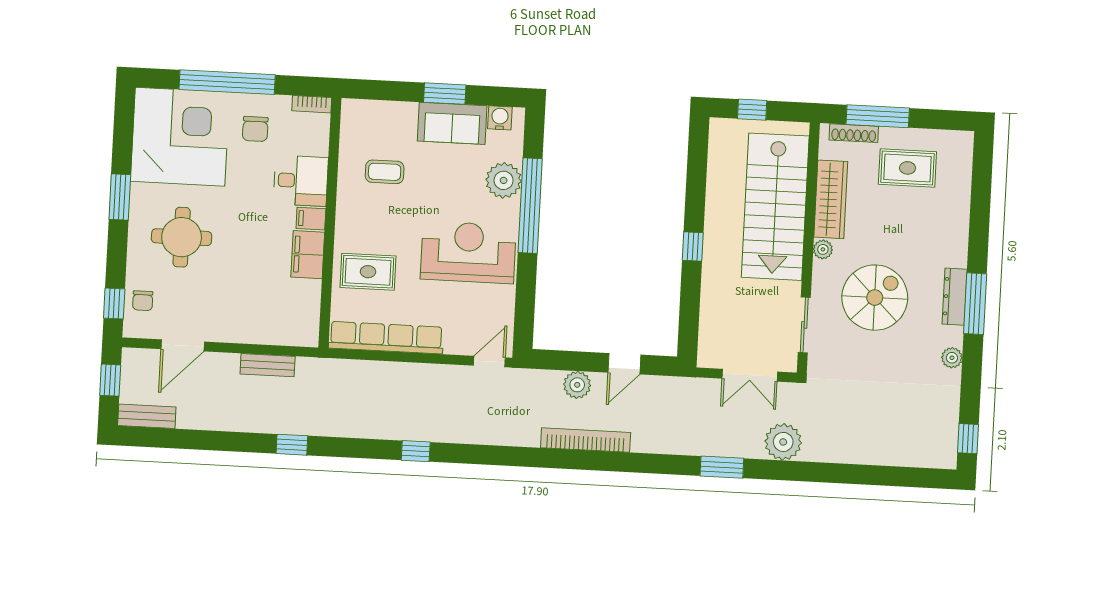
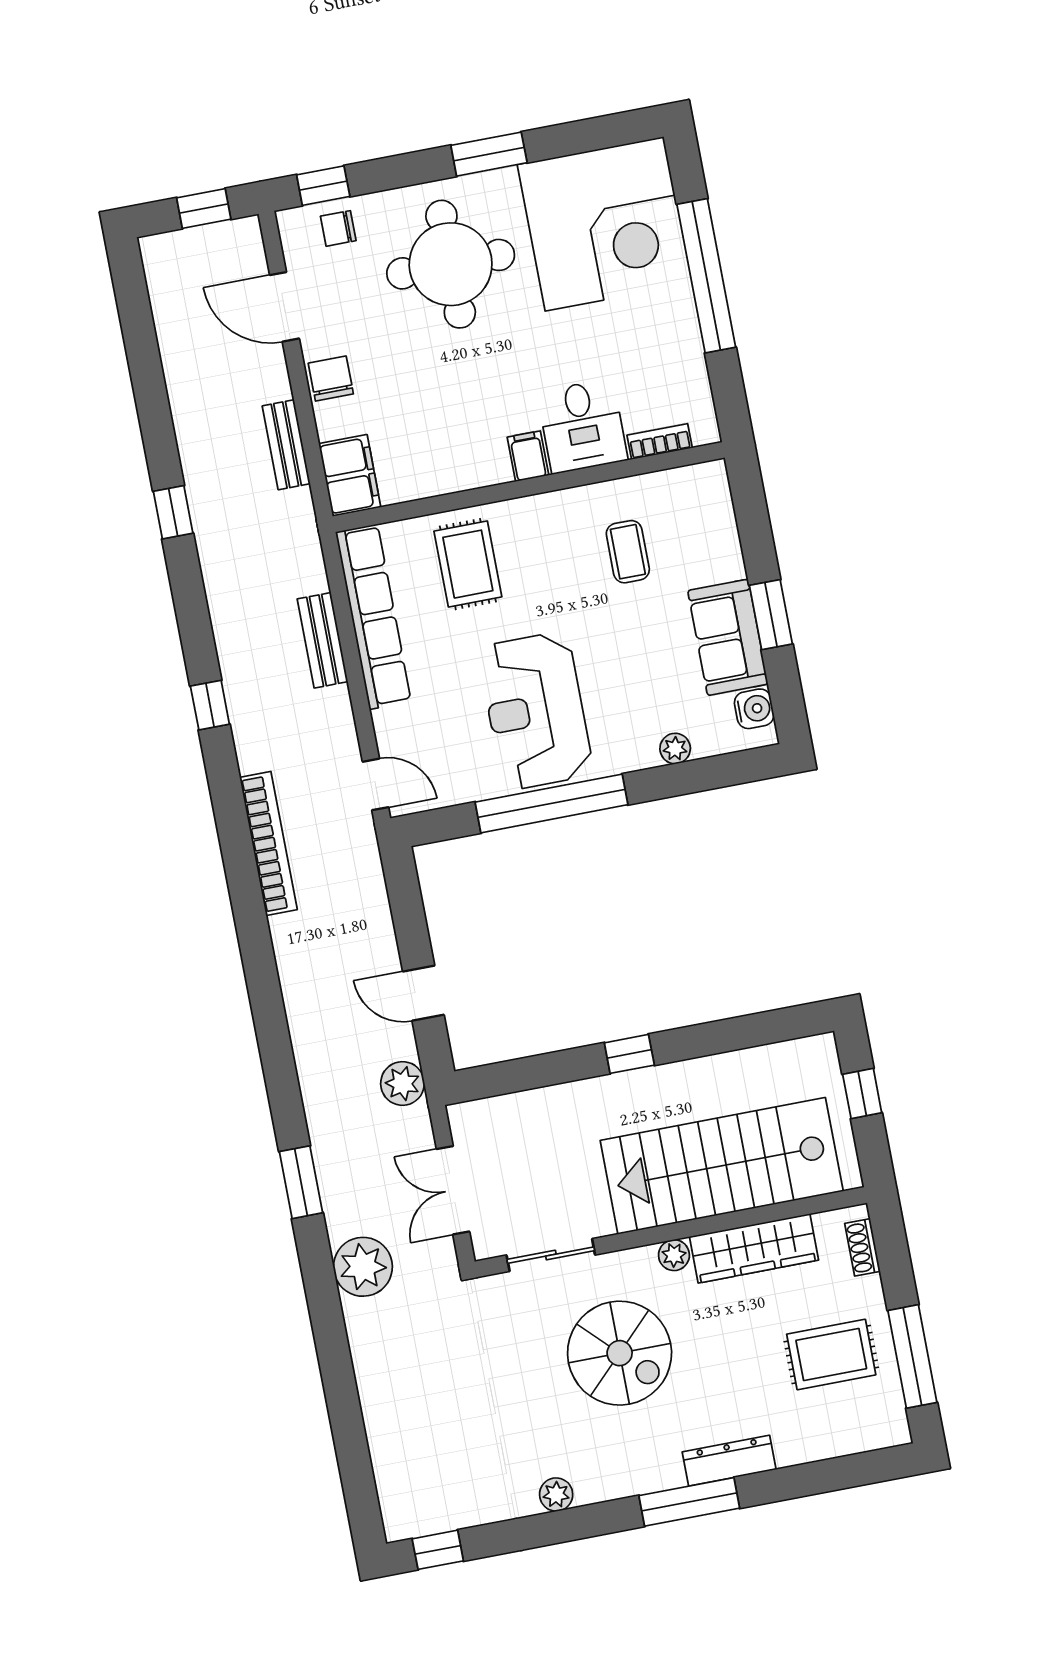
bookcase: (312, 104) -> (660, 442), moved, turned 90
window: (878, 116) -> (912, 1356), moved
chair: (255, 129) -> (331, 379), moved, turned 90
shoe rack: (854, 133) -> (862, 1247), width x0.70
rug: (907, 168) -> (831, 1355), turned 90
plant: (504, 180) -> (675, 749), width x0.53, depth x0.53
window: (530, 206) -> (551, 803), moved
round table: (182, 237) -> (451, 264), width x1.36, depth x1.36
reception desk: (468, 252) -> (536, 711), turned 180
filing cabinet: (308, 255) -> (350, 475), moved, turned 90
dresser: (955, 297) -> (729, 1461), moved
window: (975, 304) -> (689, 1502), moved
plant: (577, 385) -> (402, 1083), moved
bench: (147, 416) -> (323, 640), moved
bookcase: (586, 440) -> (268, 843), moved

